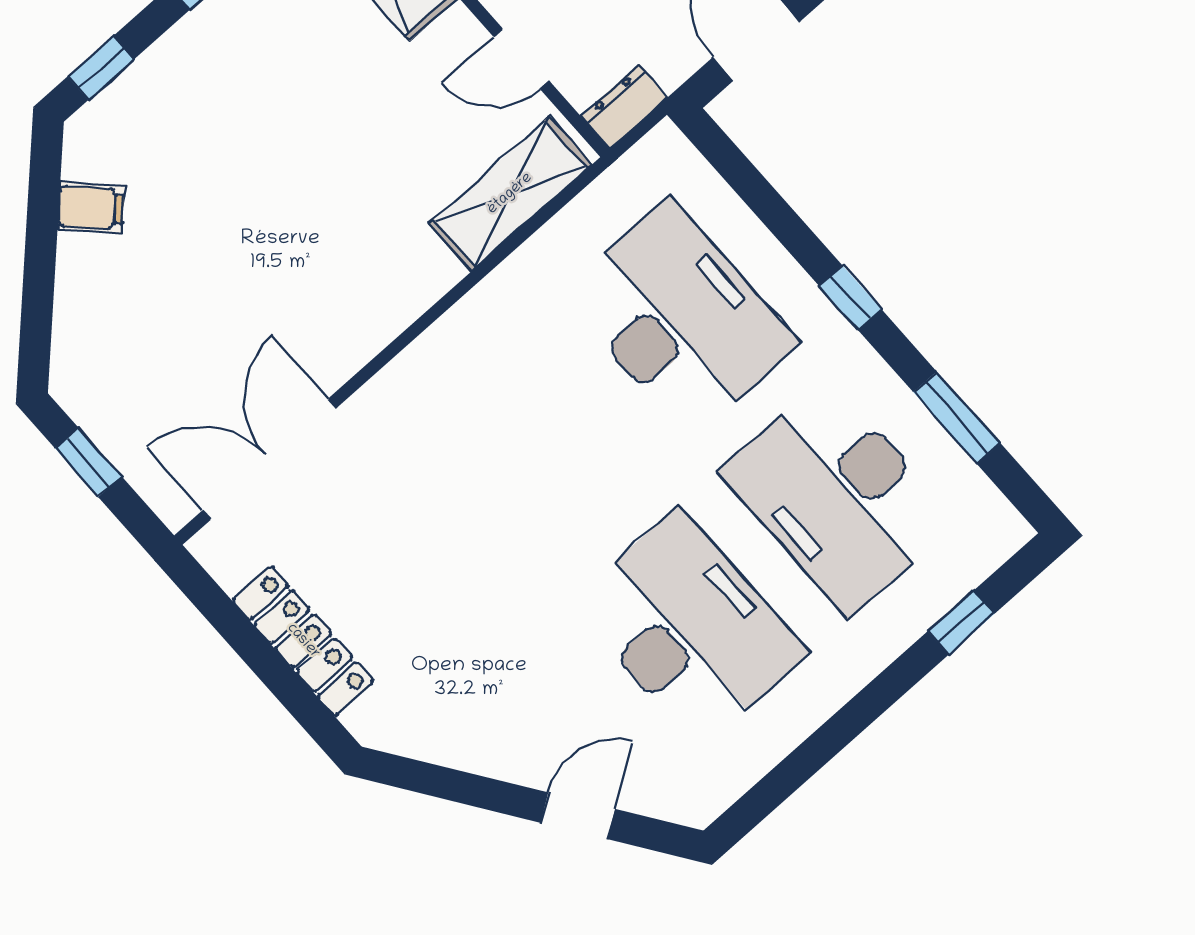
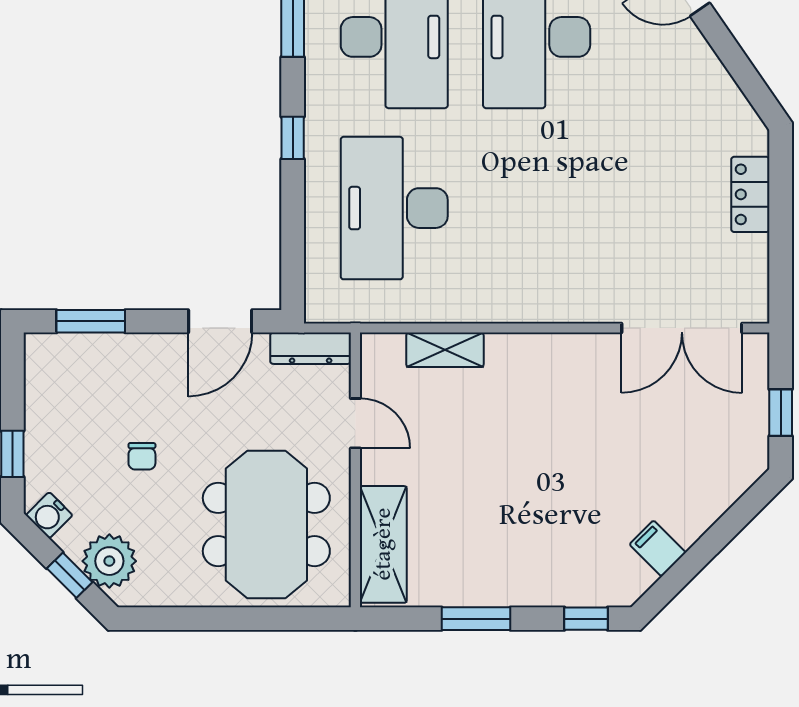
dresser: (624, 107) -> (311, 348), width x1.44
shelving: (510, 194) -> (445, 350), width x0.67, depth x0.75
locker: (303, 641) -> (750, 194), width x0.66

